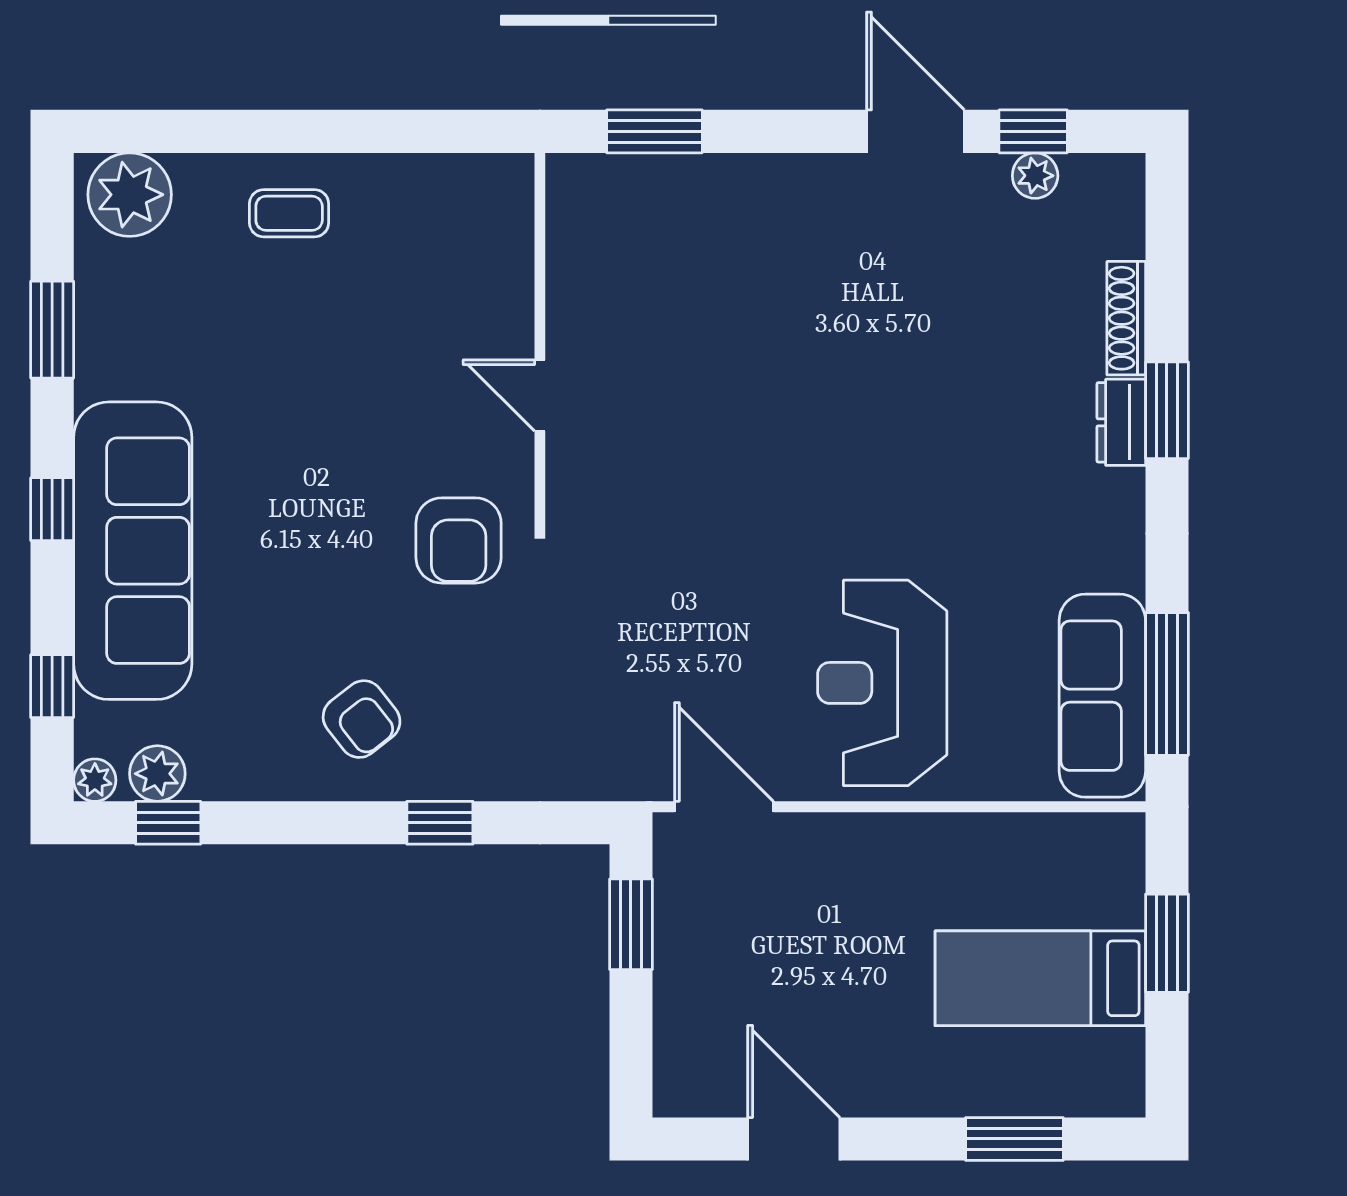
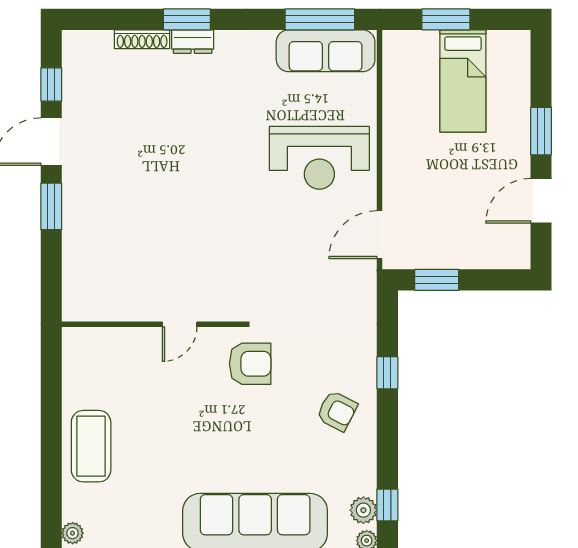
window: (654, 131) -> (51, 206), moved
plant: (1035, 176) -> (73, 83), removed
plant: (130, 195) -> (72, 533), width x0.53, depth x0.53
coffee table: (289, 213) -> (91, 446), width x1.86, depth x1.72
armchair: (362, 719) -> (337, 411), turned 65
window: (1014, 1139) -> (541, 131), moved

